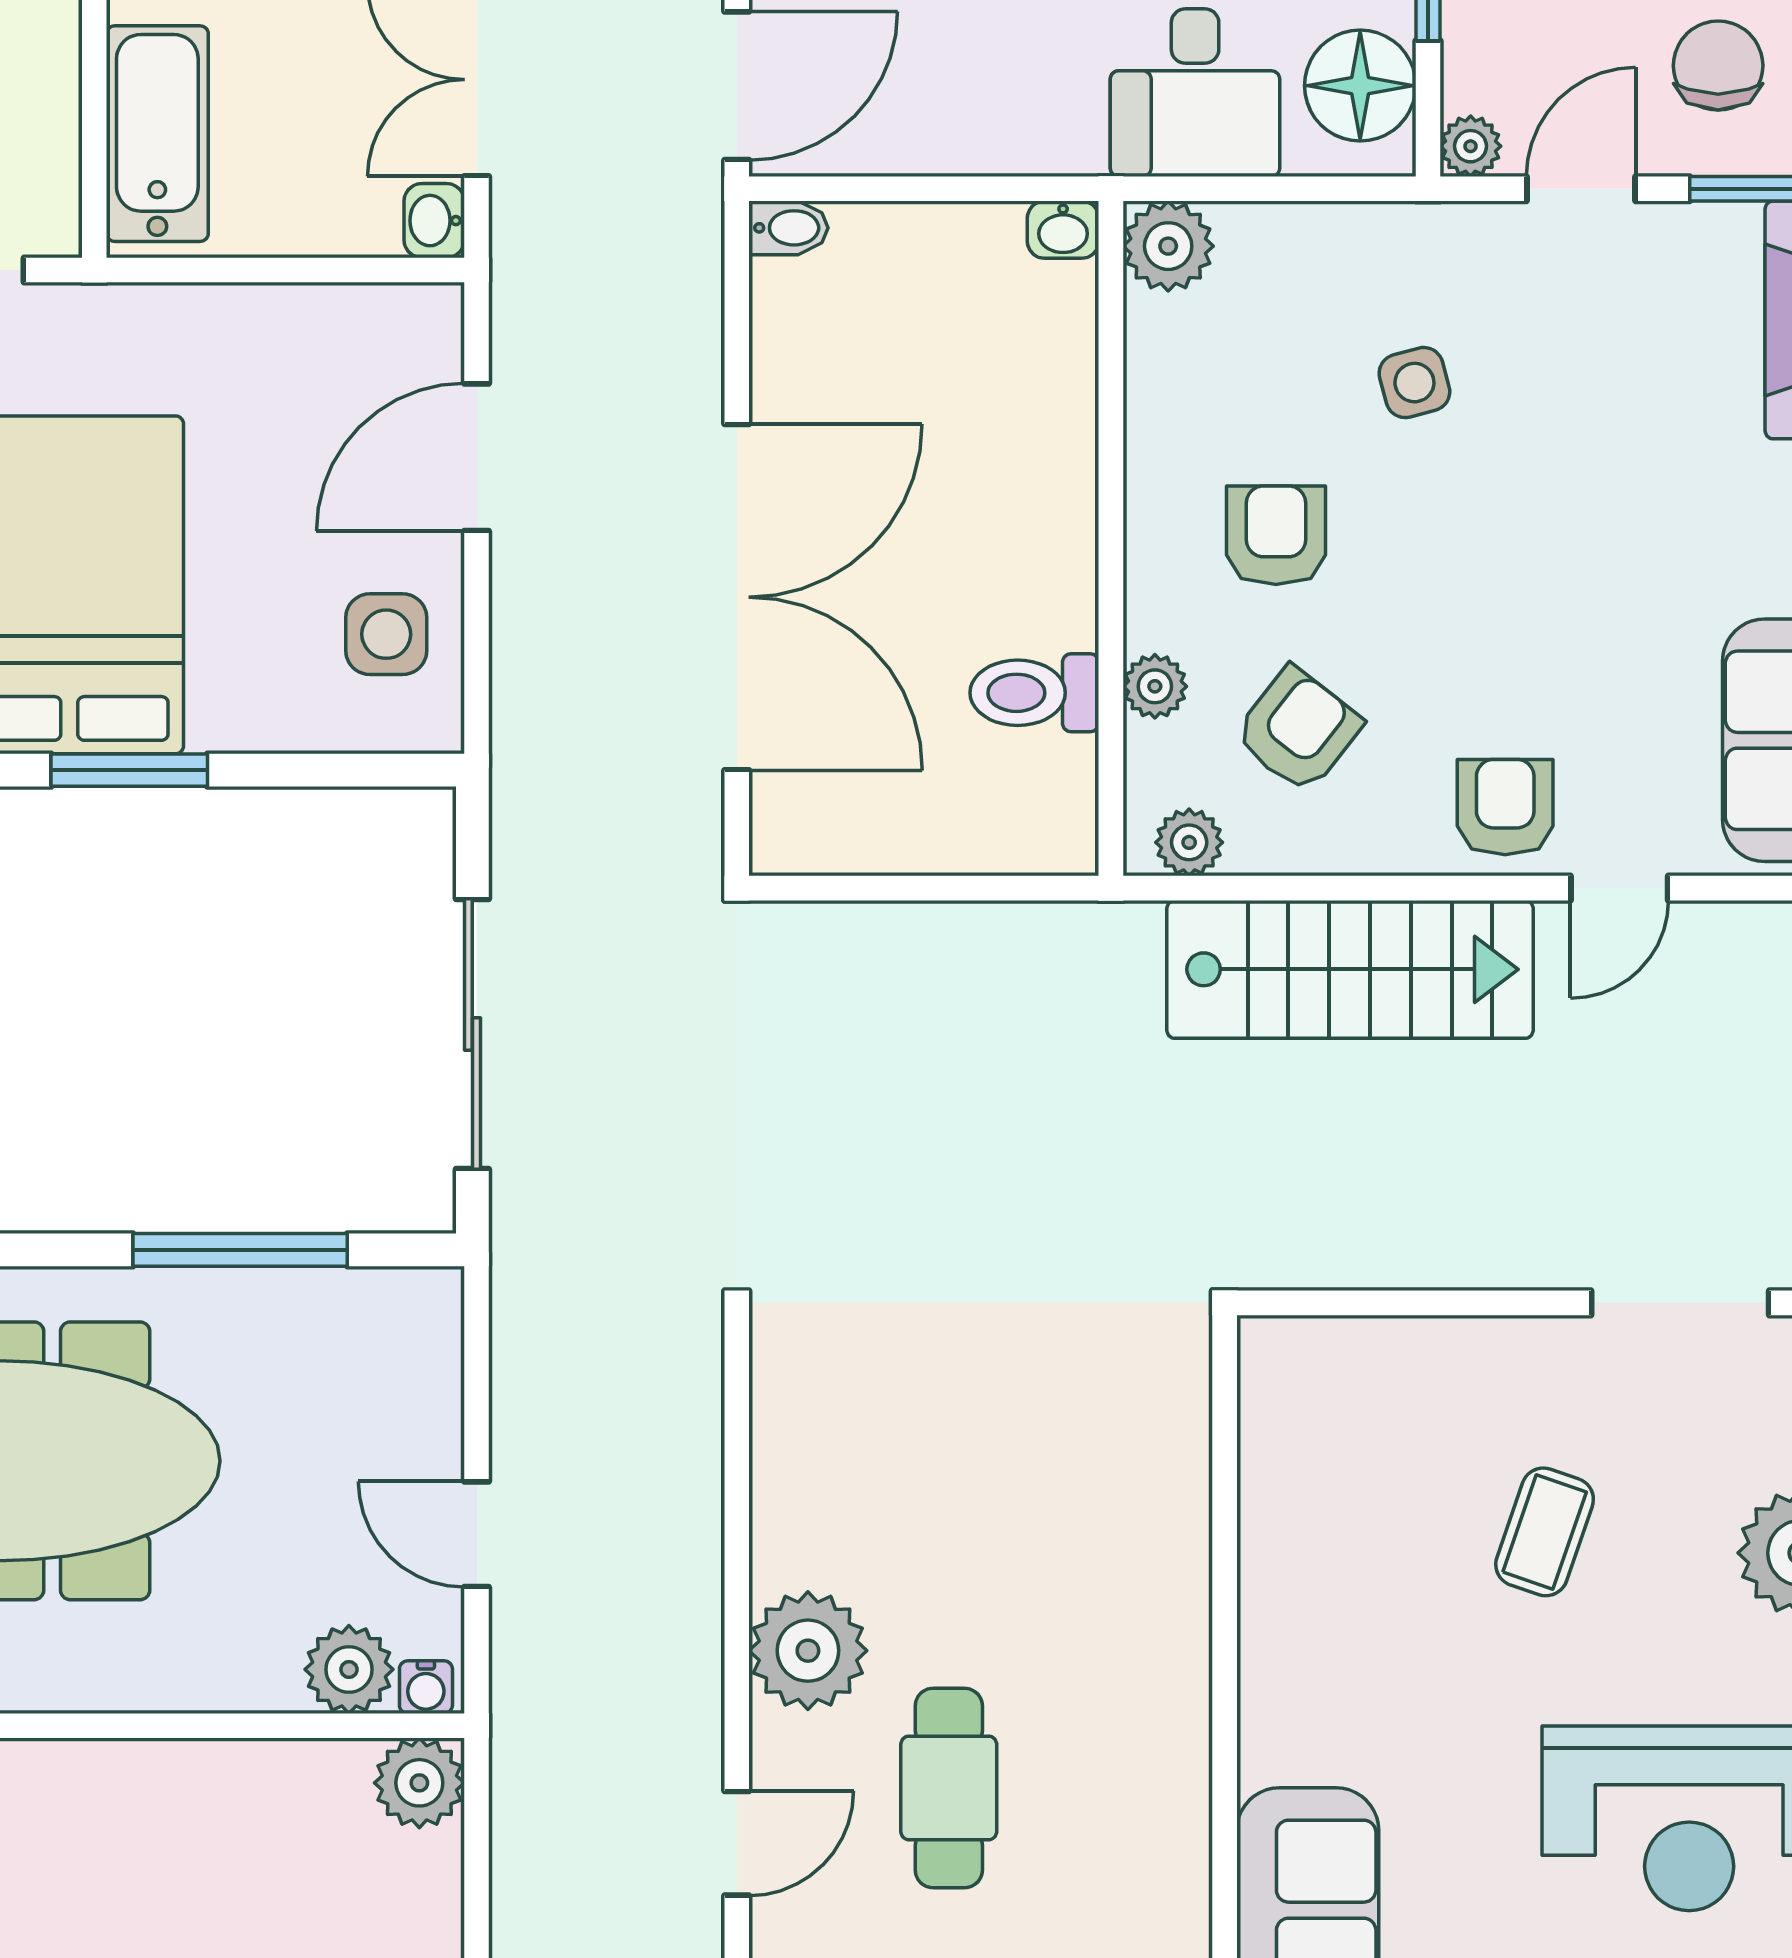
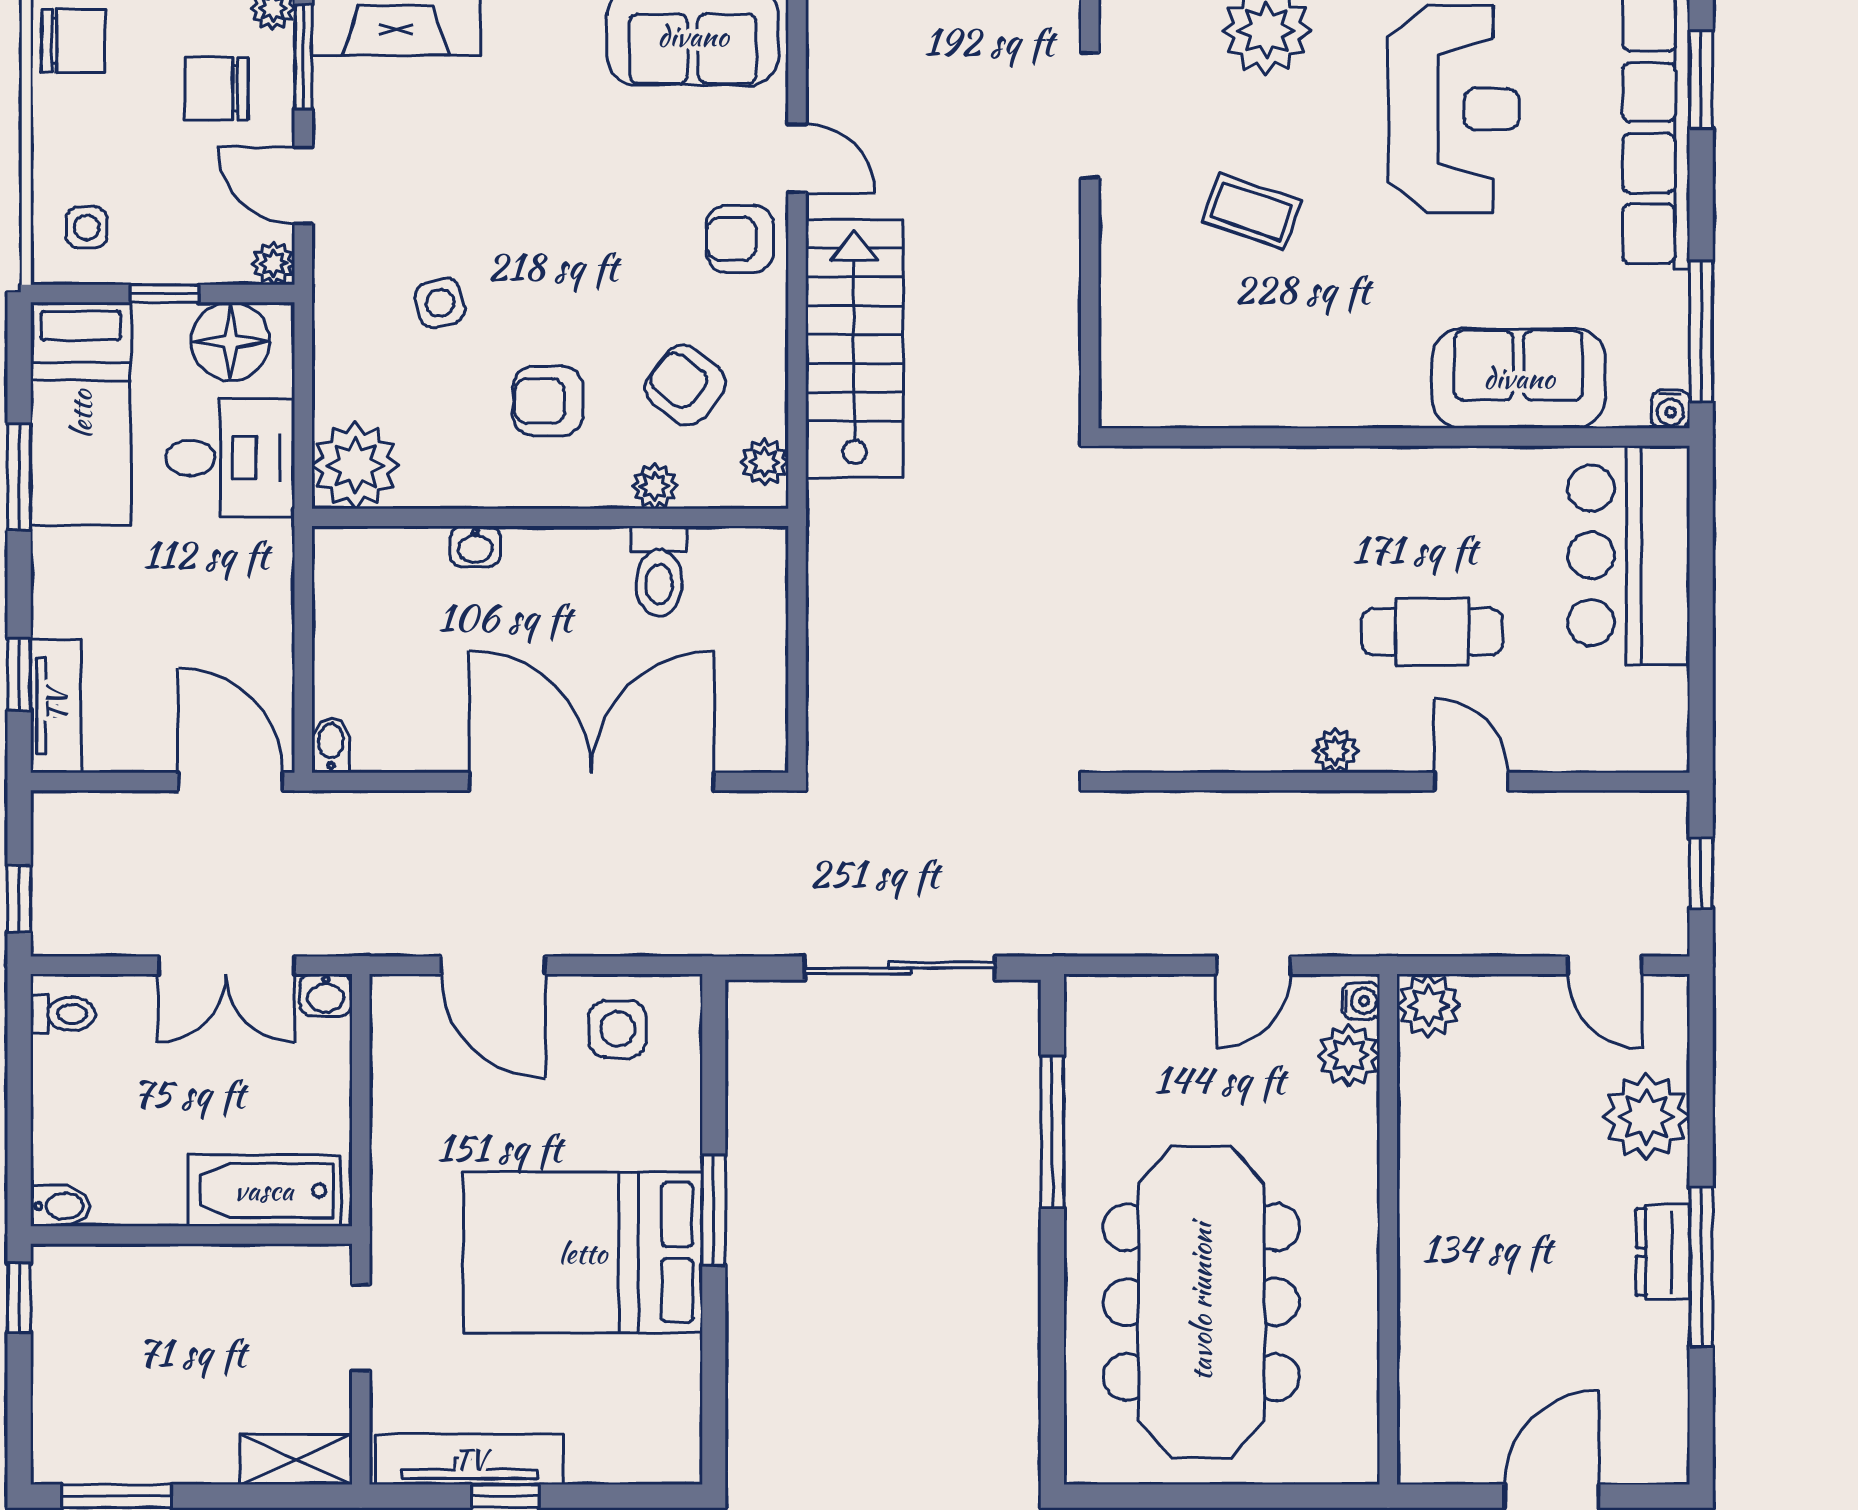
washbasin: (1063, 230) -> (475, 546), moved, turned 90
plant: (1168, 246) -> (355, 465), width x1.36, depth x1.36
plant: (808, 1651) -> (1335, 751), width x0.53, depth x0.53

